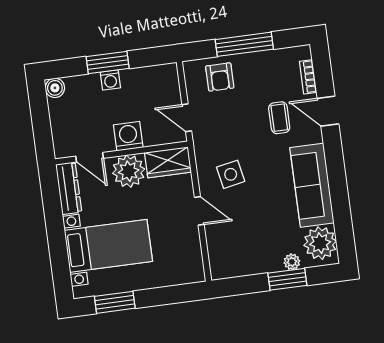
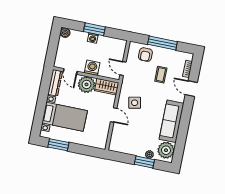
coffee table: (279, 118) -> (161, 75), moved

